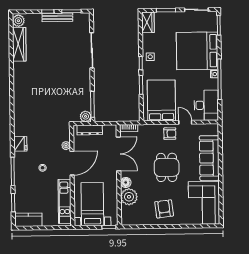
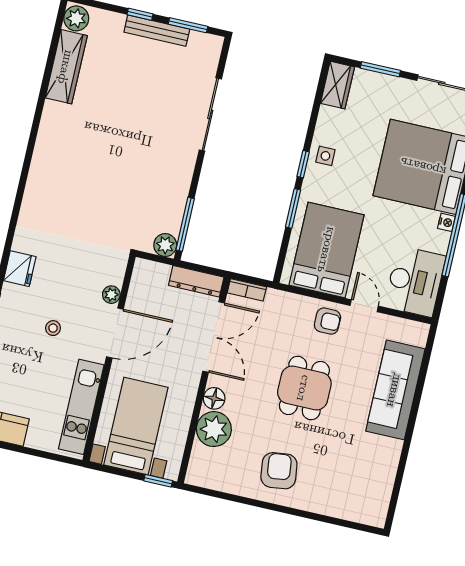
dresser: (90, 130) -> (196, 281), moved
corner sofa: (204, 203) -> (363, 478), removed

